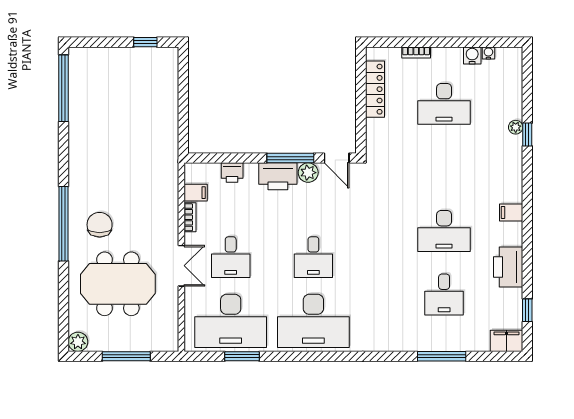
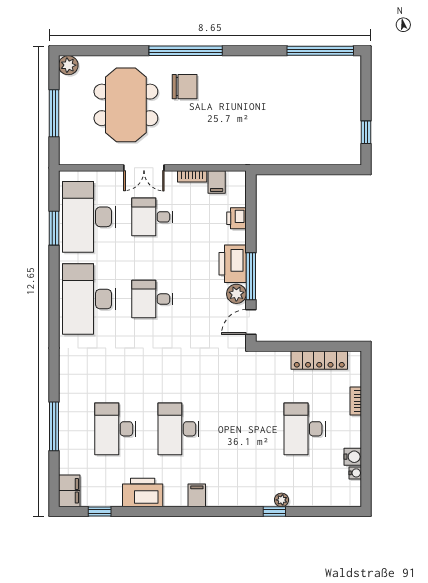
desk: (444, 294) -> (115, 429), width x1.37

